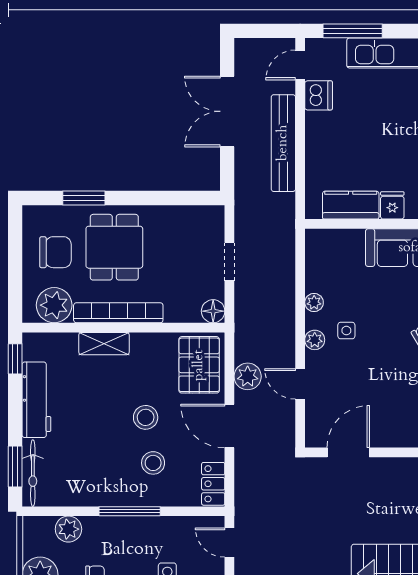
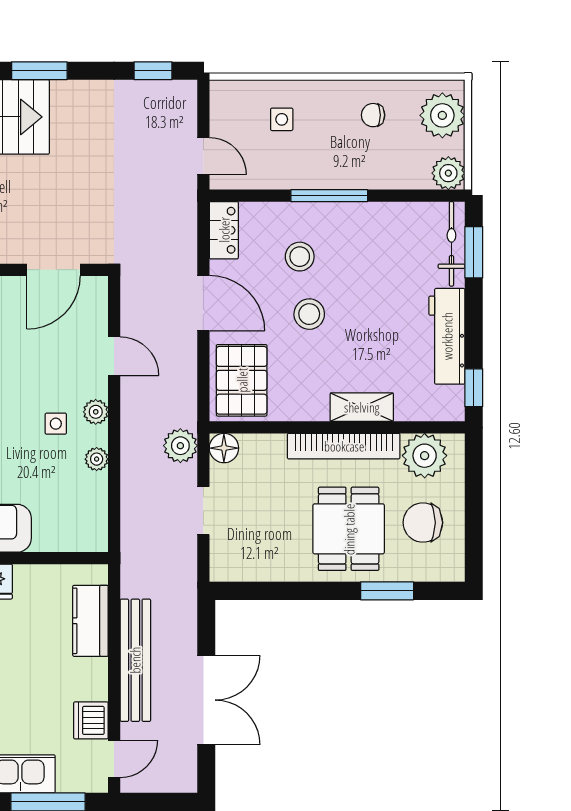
kitchen counter: (351, 205) -> (90, 621), moved, turned 90
plant: (248, 376) -> (180, 446), moved
plant: (68, 529) -> (448, 173), moved

